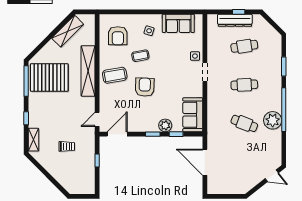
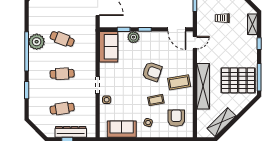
armchair: (145, 87) -> (152, 72), turned -73
door: (117, 134) -> (177, 29), hinge flipped

